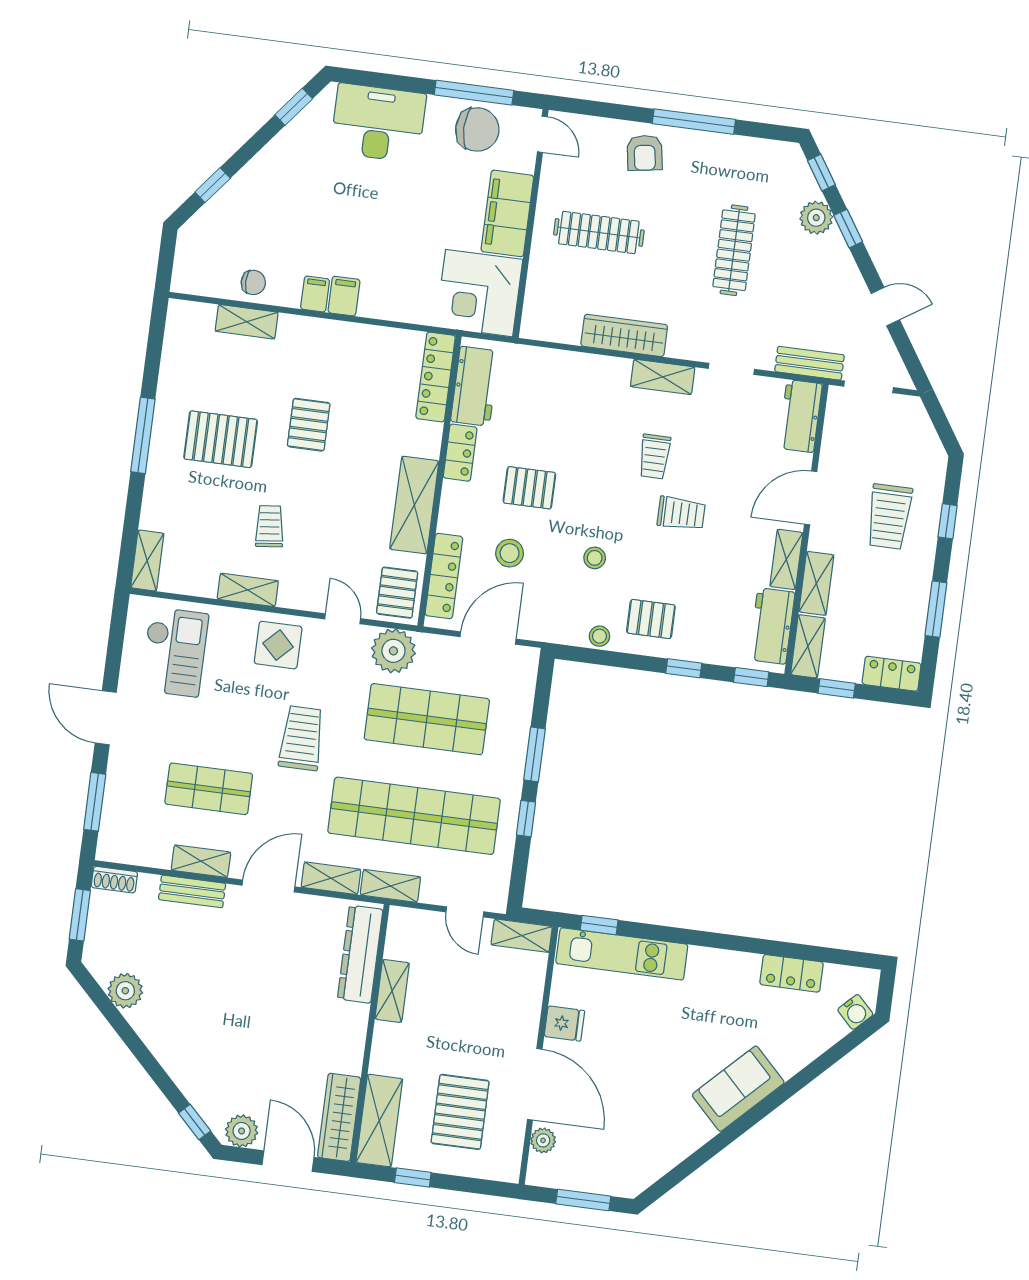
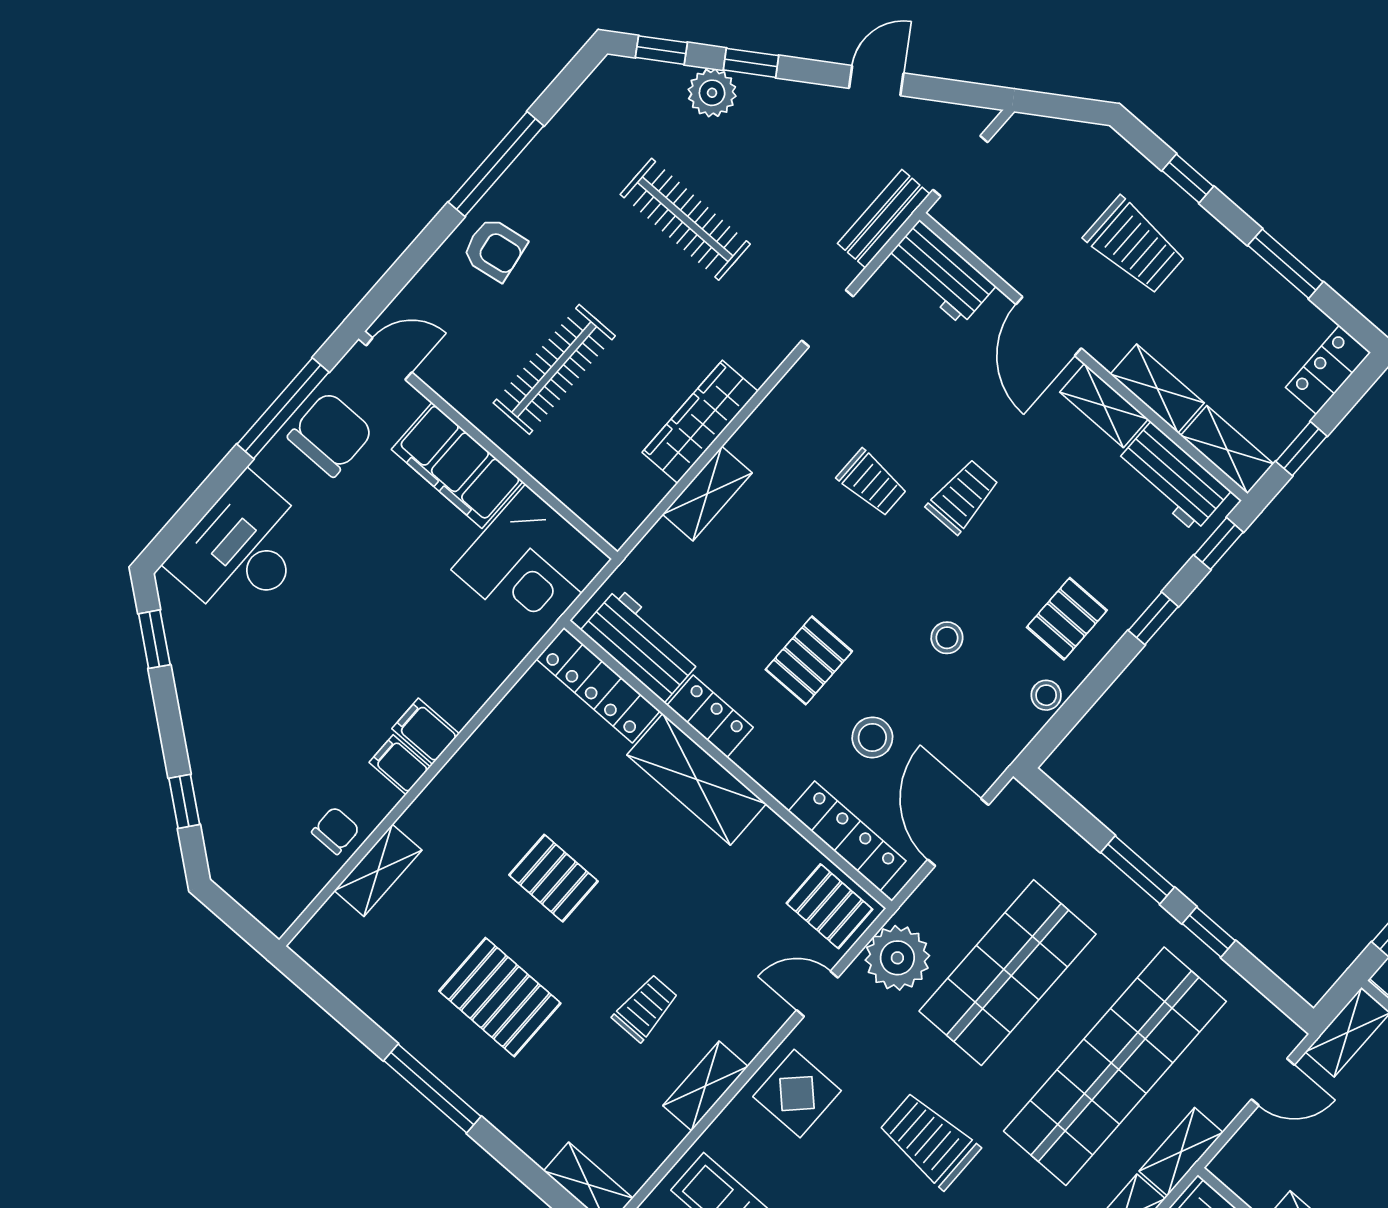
shelving: (663, 377) -> (707, 494), moved
pallet: (221, 439) -> (500, 997), turned 90
shelving: (414, 505) -> (697, 779), moved
trolley: (269, 526) -> (645, 1008), turned 96

